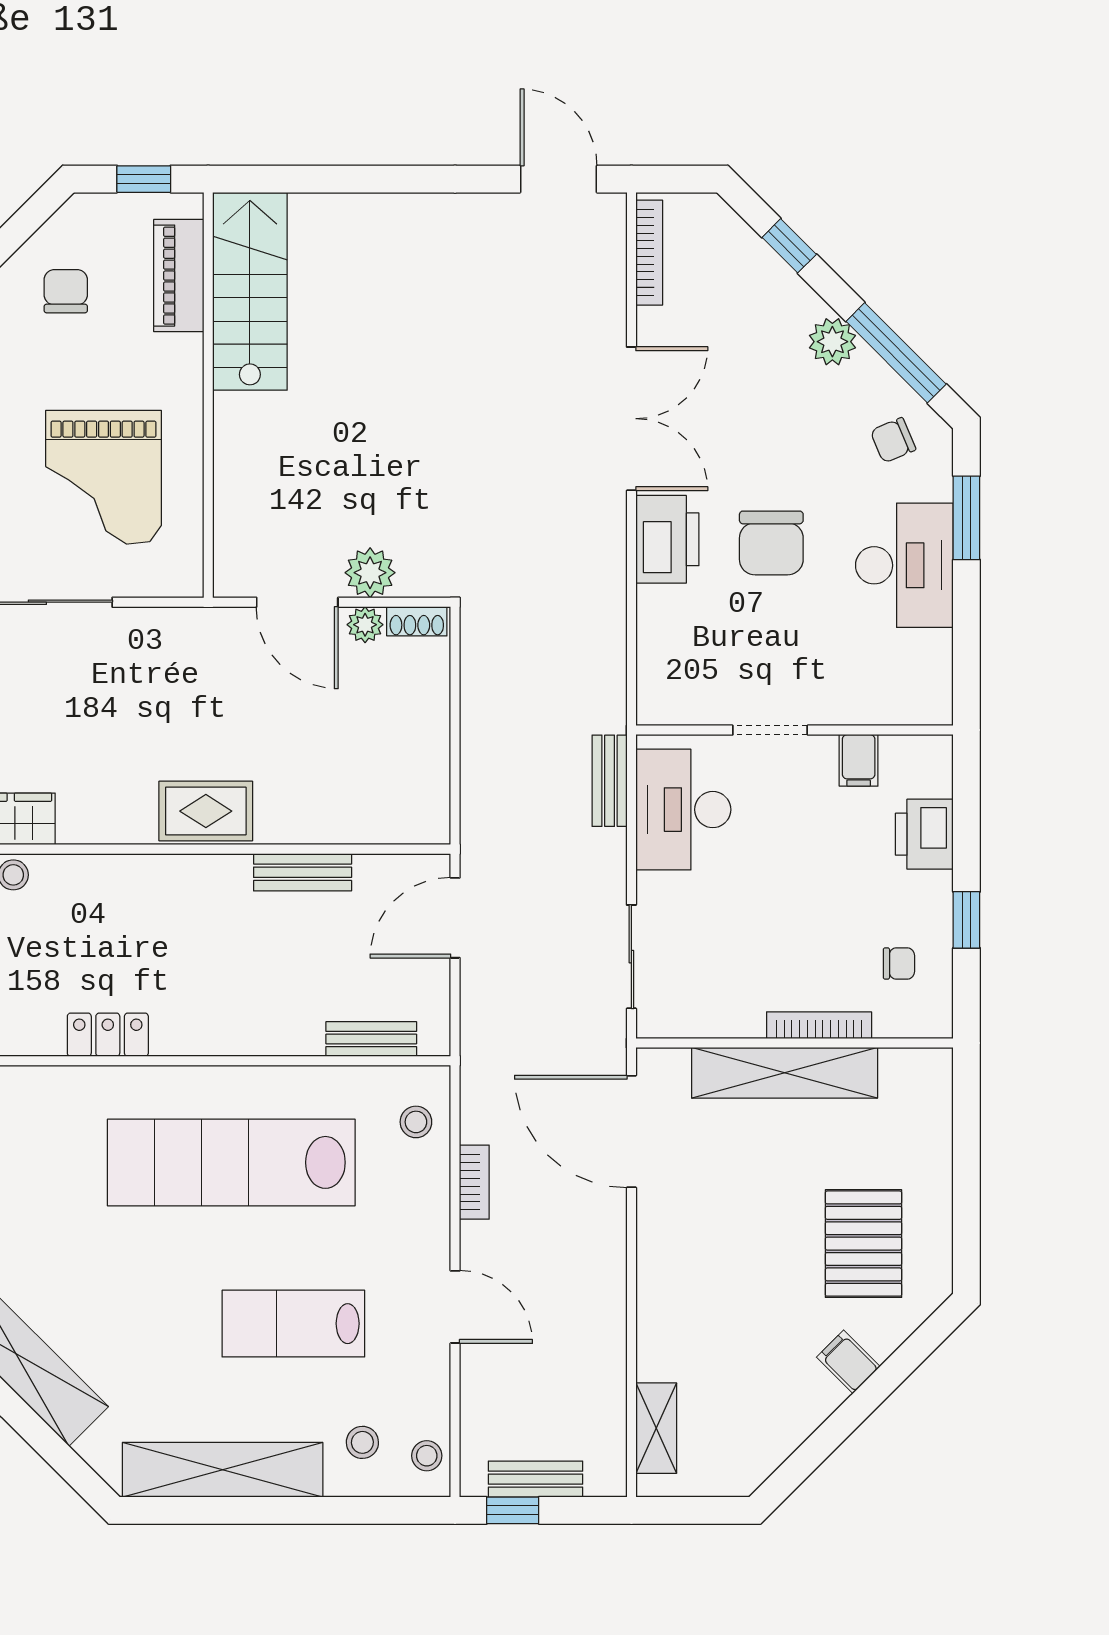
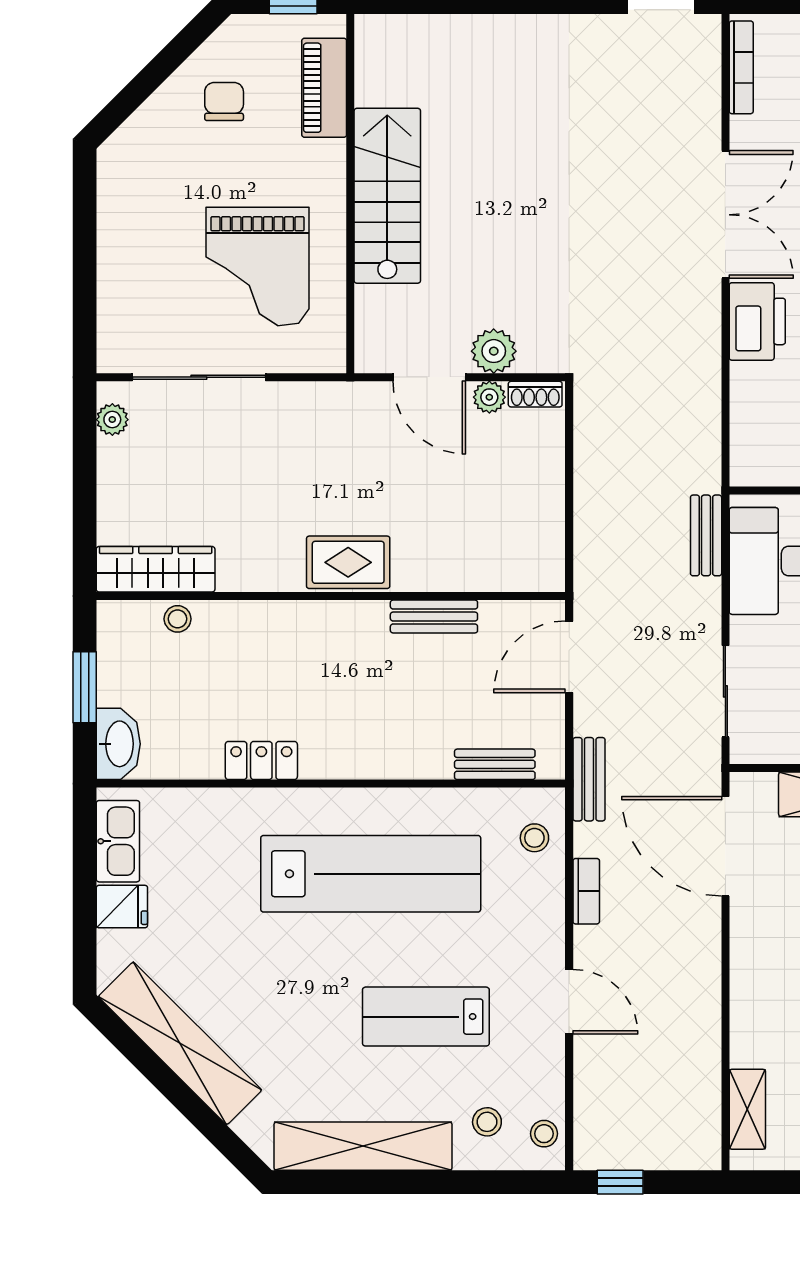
stairs: (250, 291) -> (387, 196), moved
lab bench: (231, 1162) -> (371, 874), turned 180
bench: (536, 1479) -> (589, 779), moved, turned 90

